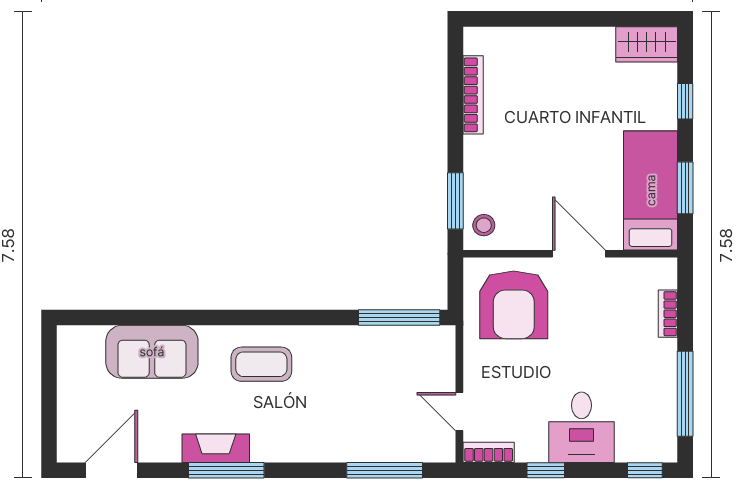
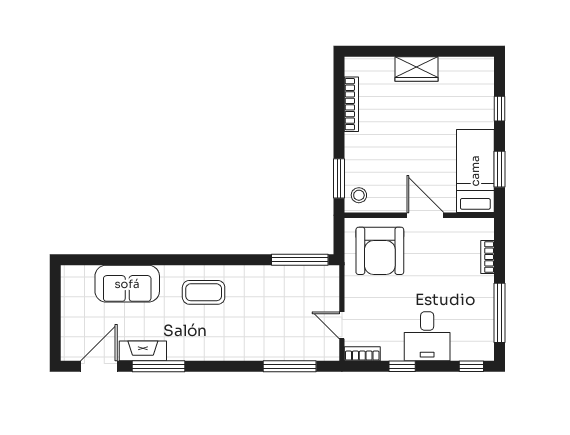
wardrobe: (647, 44) -> (416, 69), moved
fireplace: (216, 448) -> (143, 351), moved
window: (226, 470) -> (159, 366), moved

